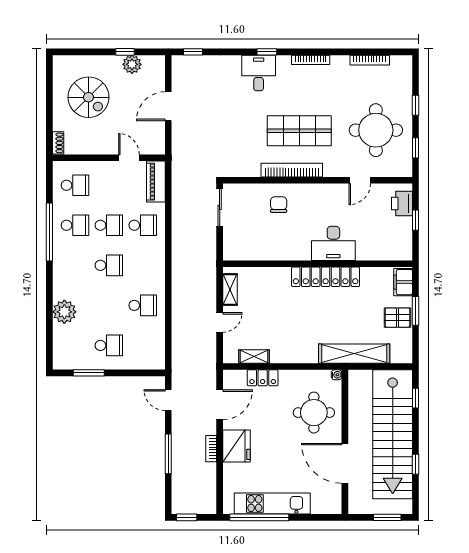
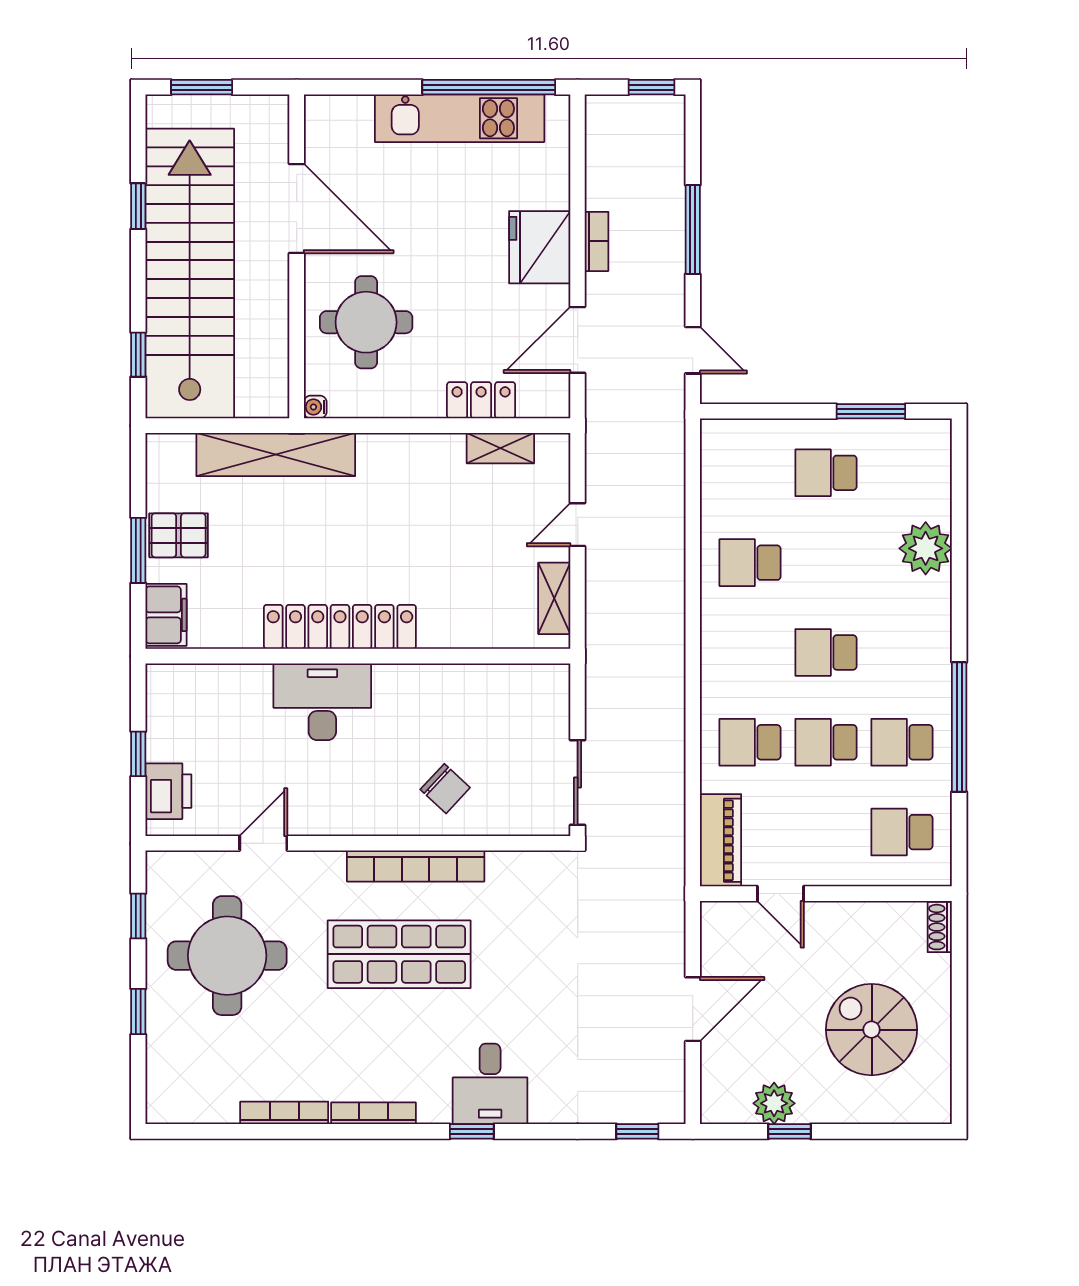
bookcase: (370, 60) -> (284, 1113), moved
chair: (279, 205) -> (445, 789), turned -47

